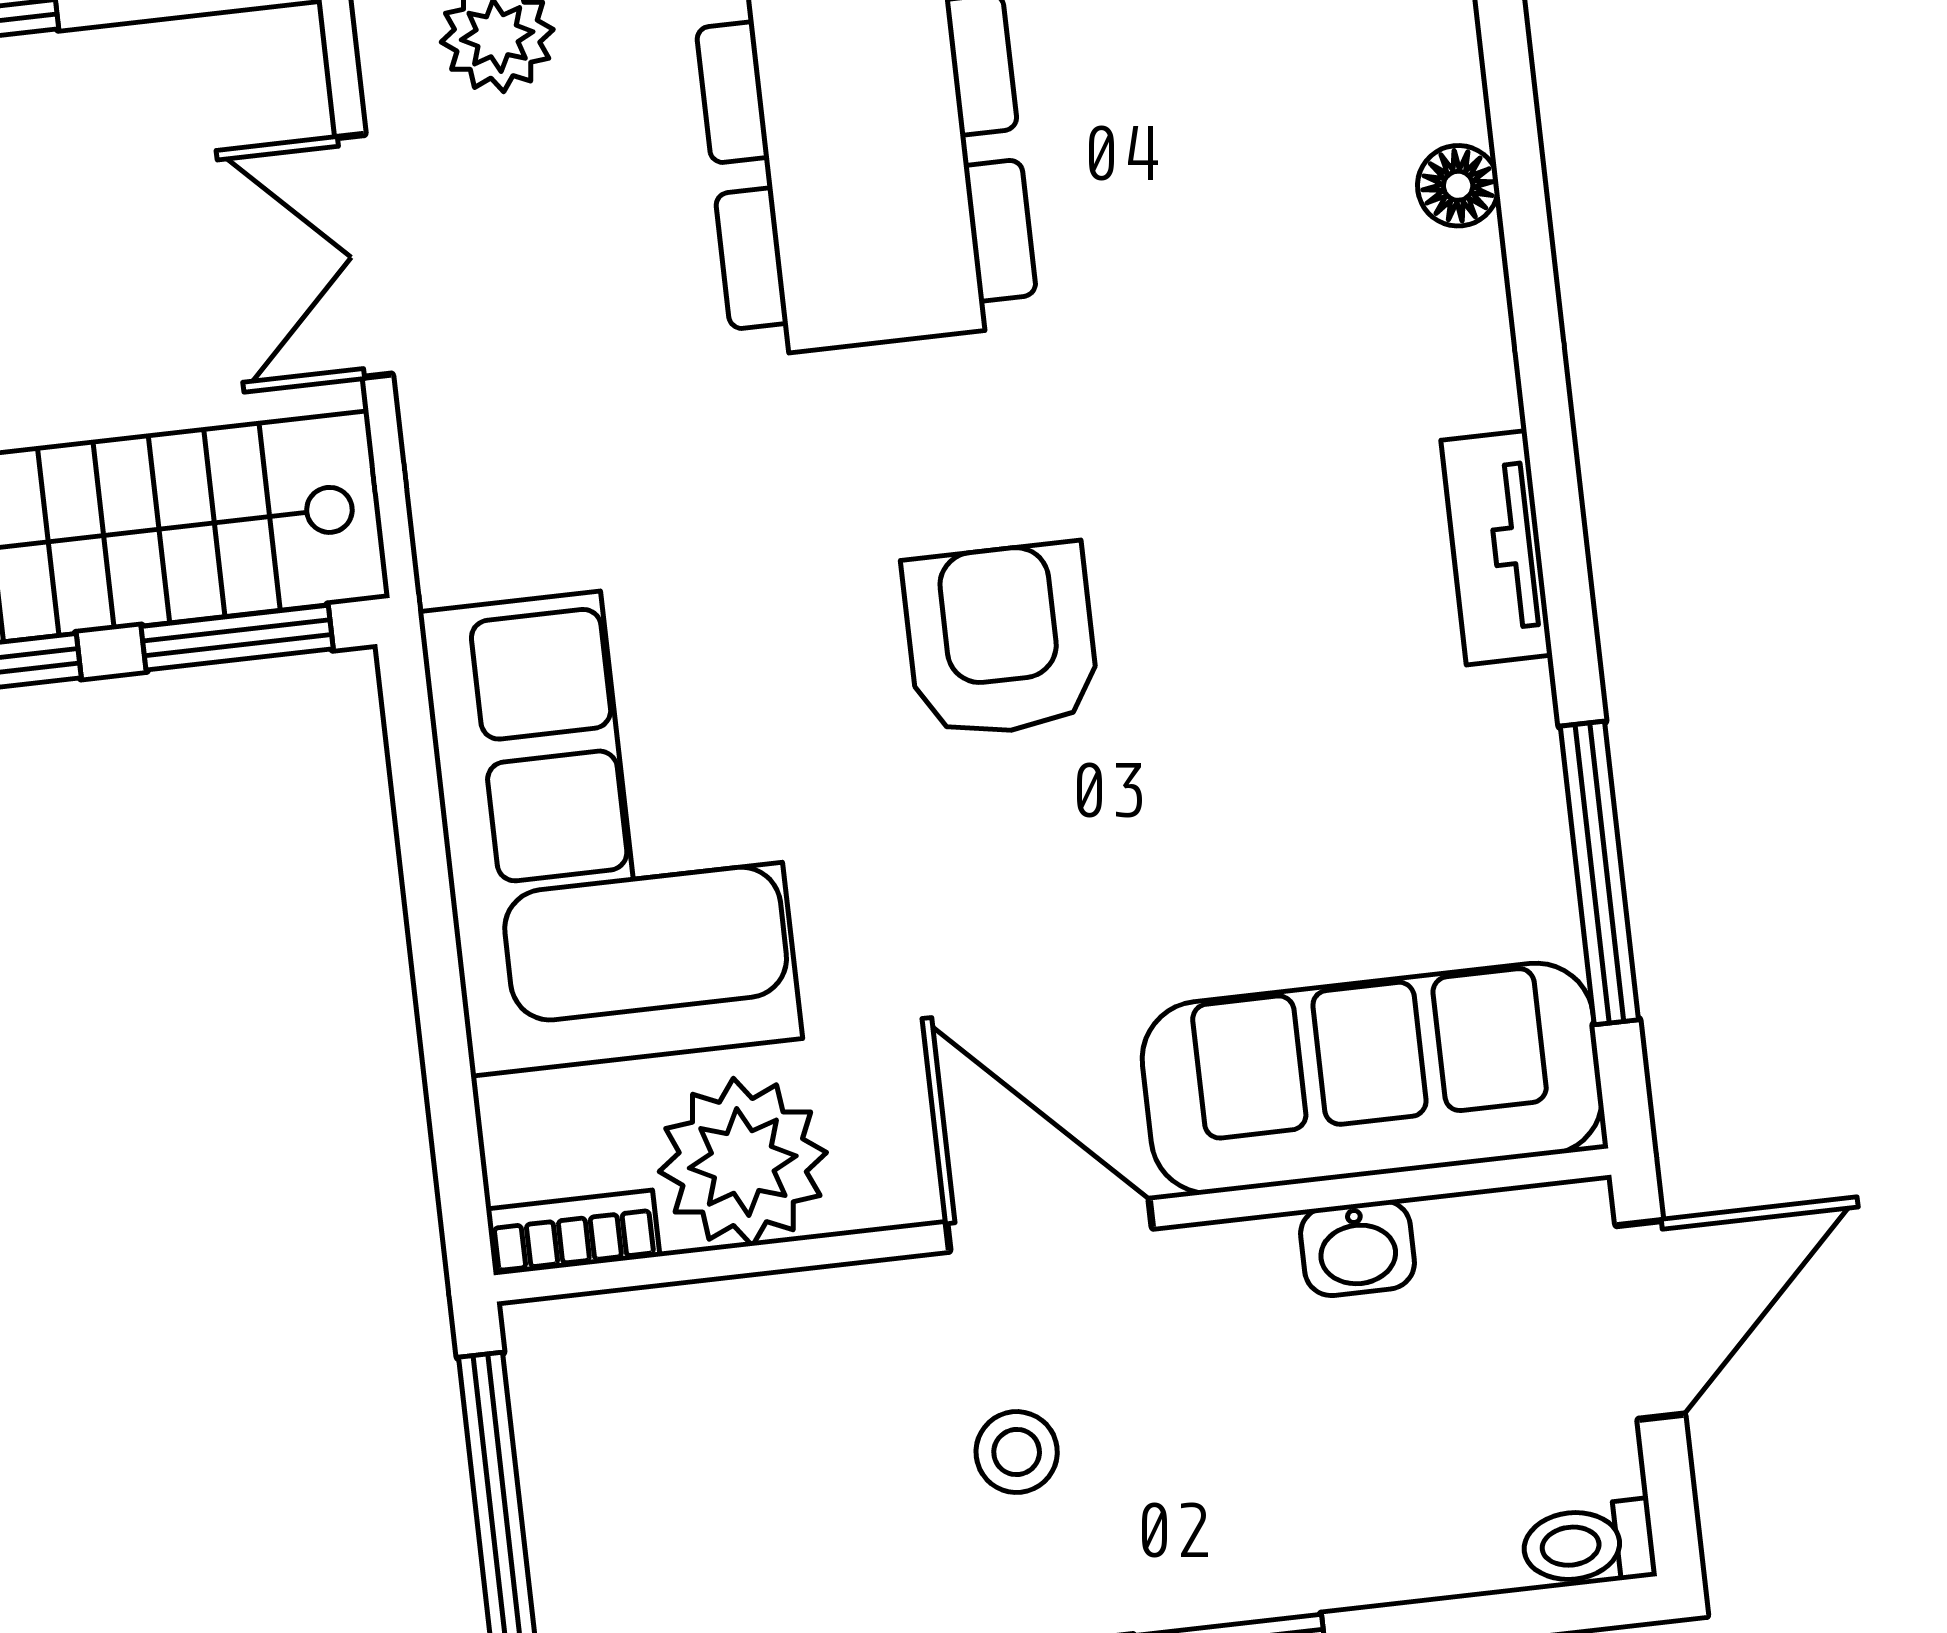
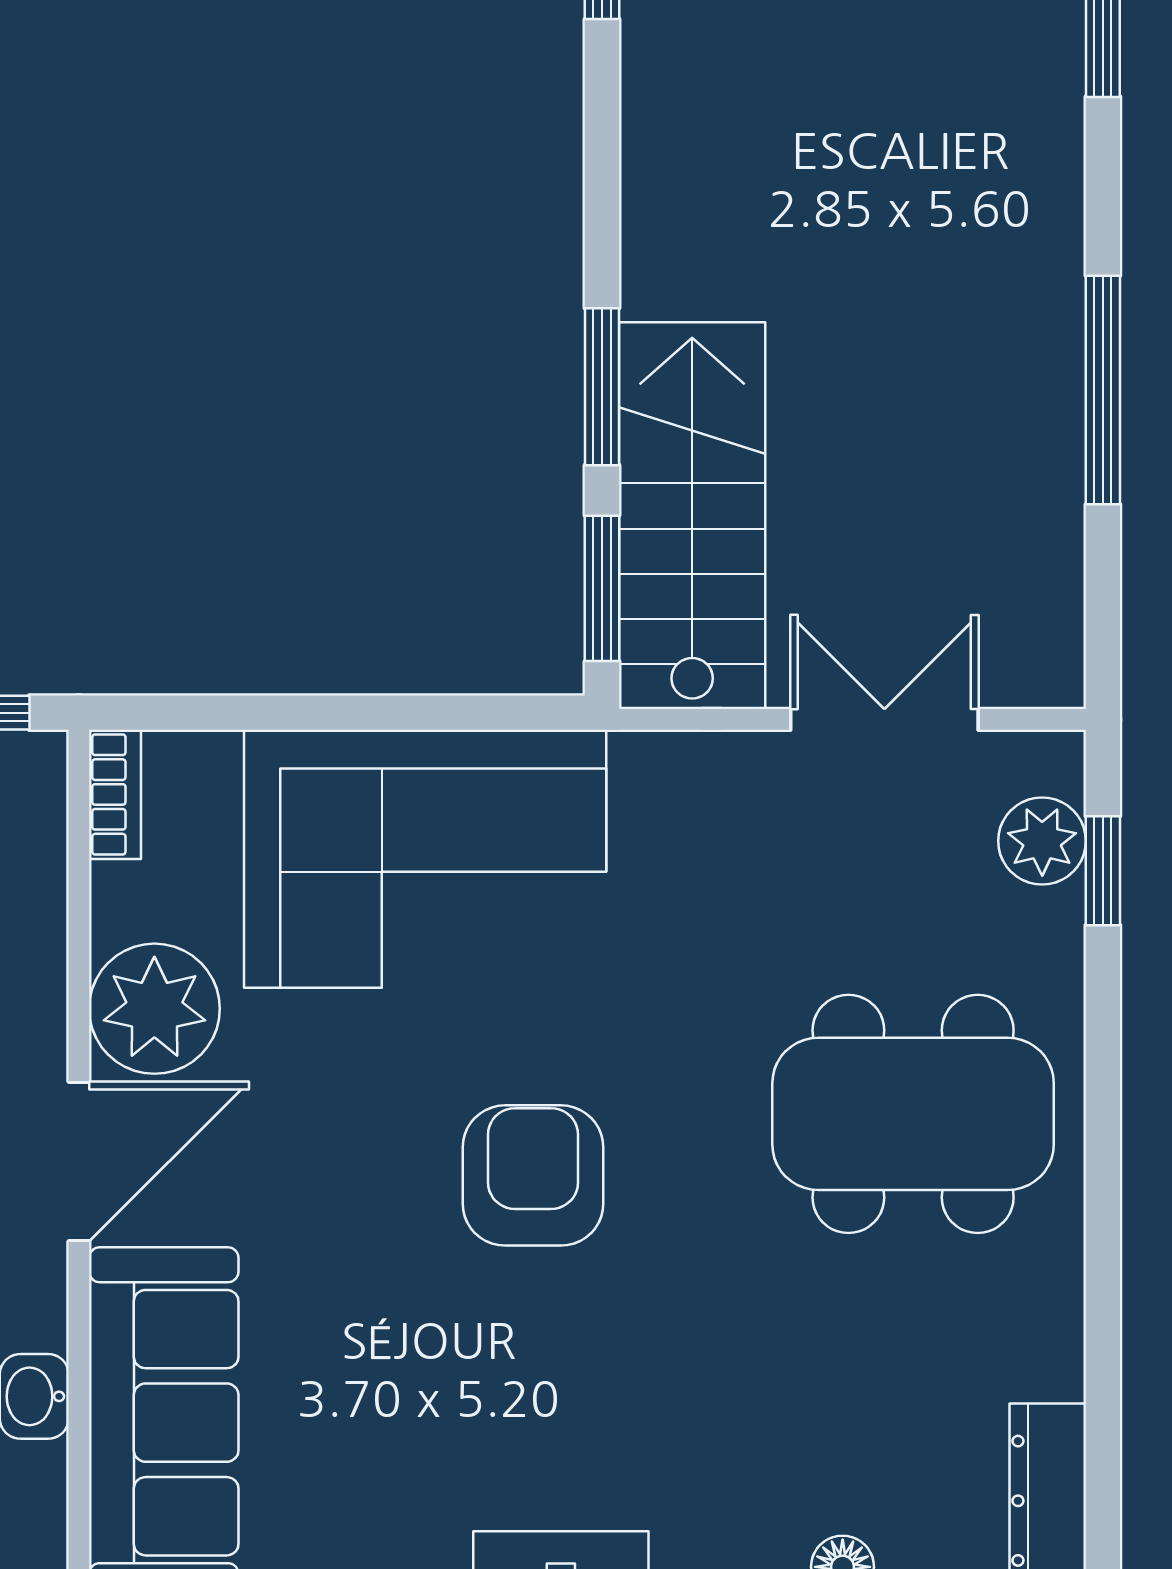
armchair: (1001, 640) -> (533, 1175), turned -90
plant: (743, 1162) -> (154, 1009), moved

